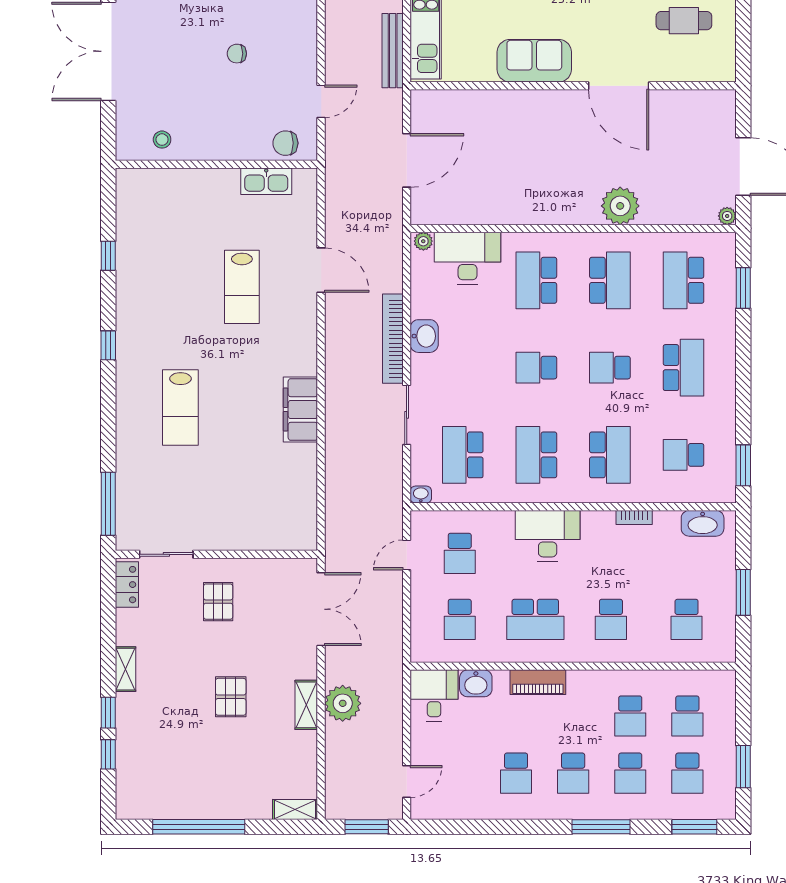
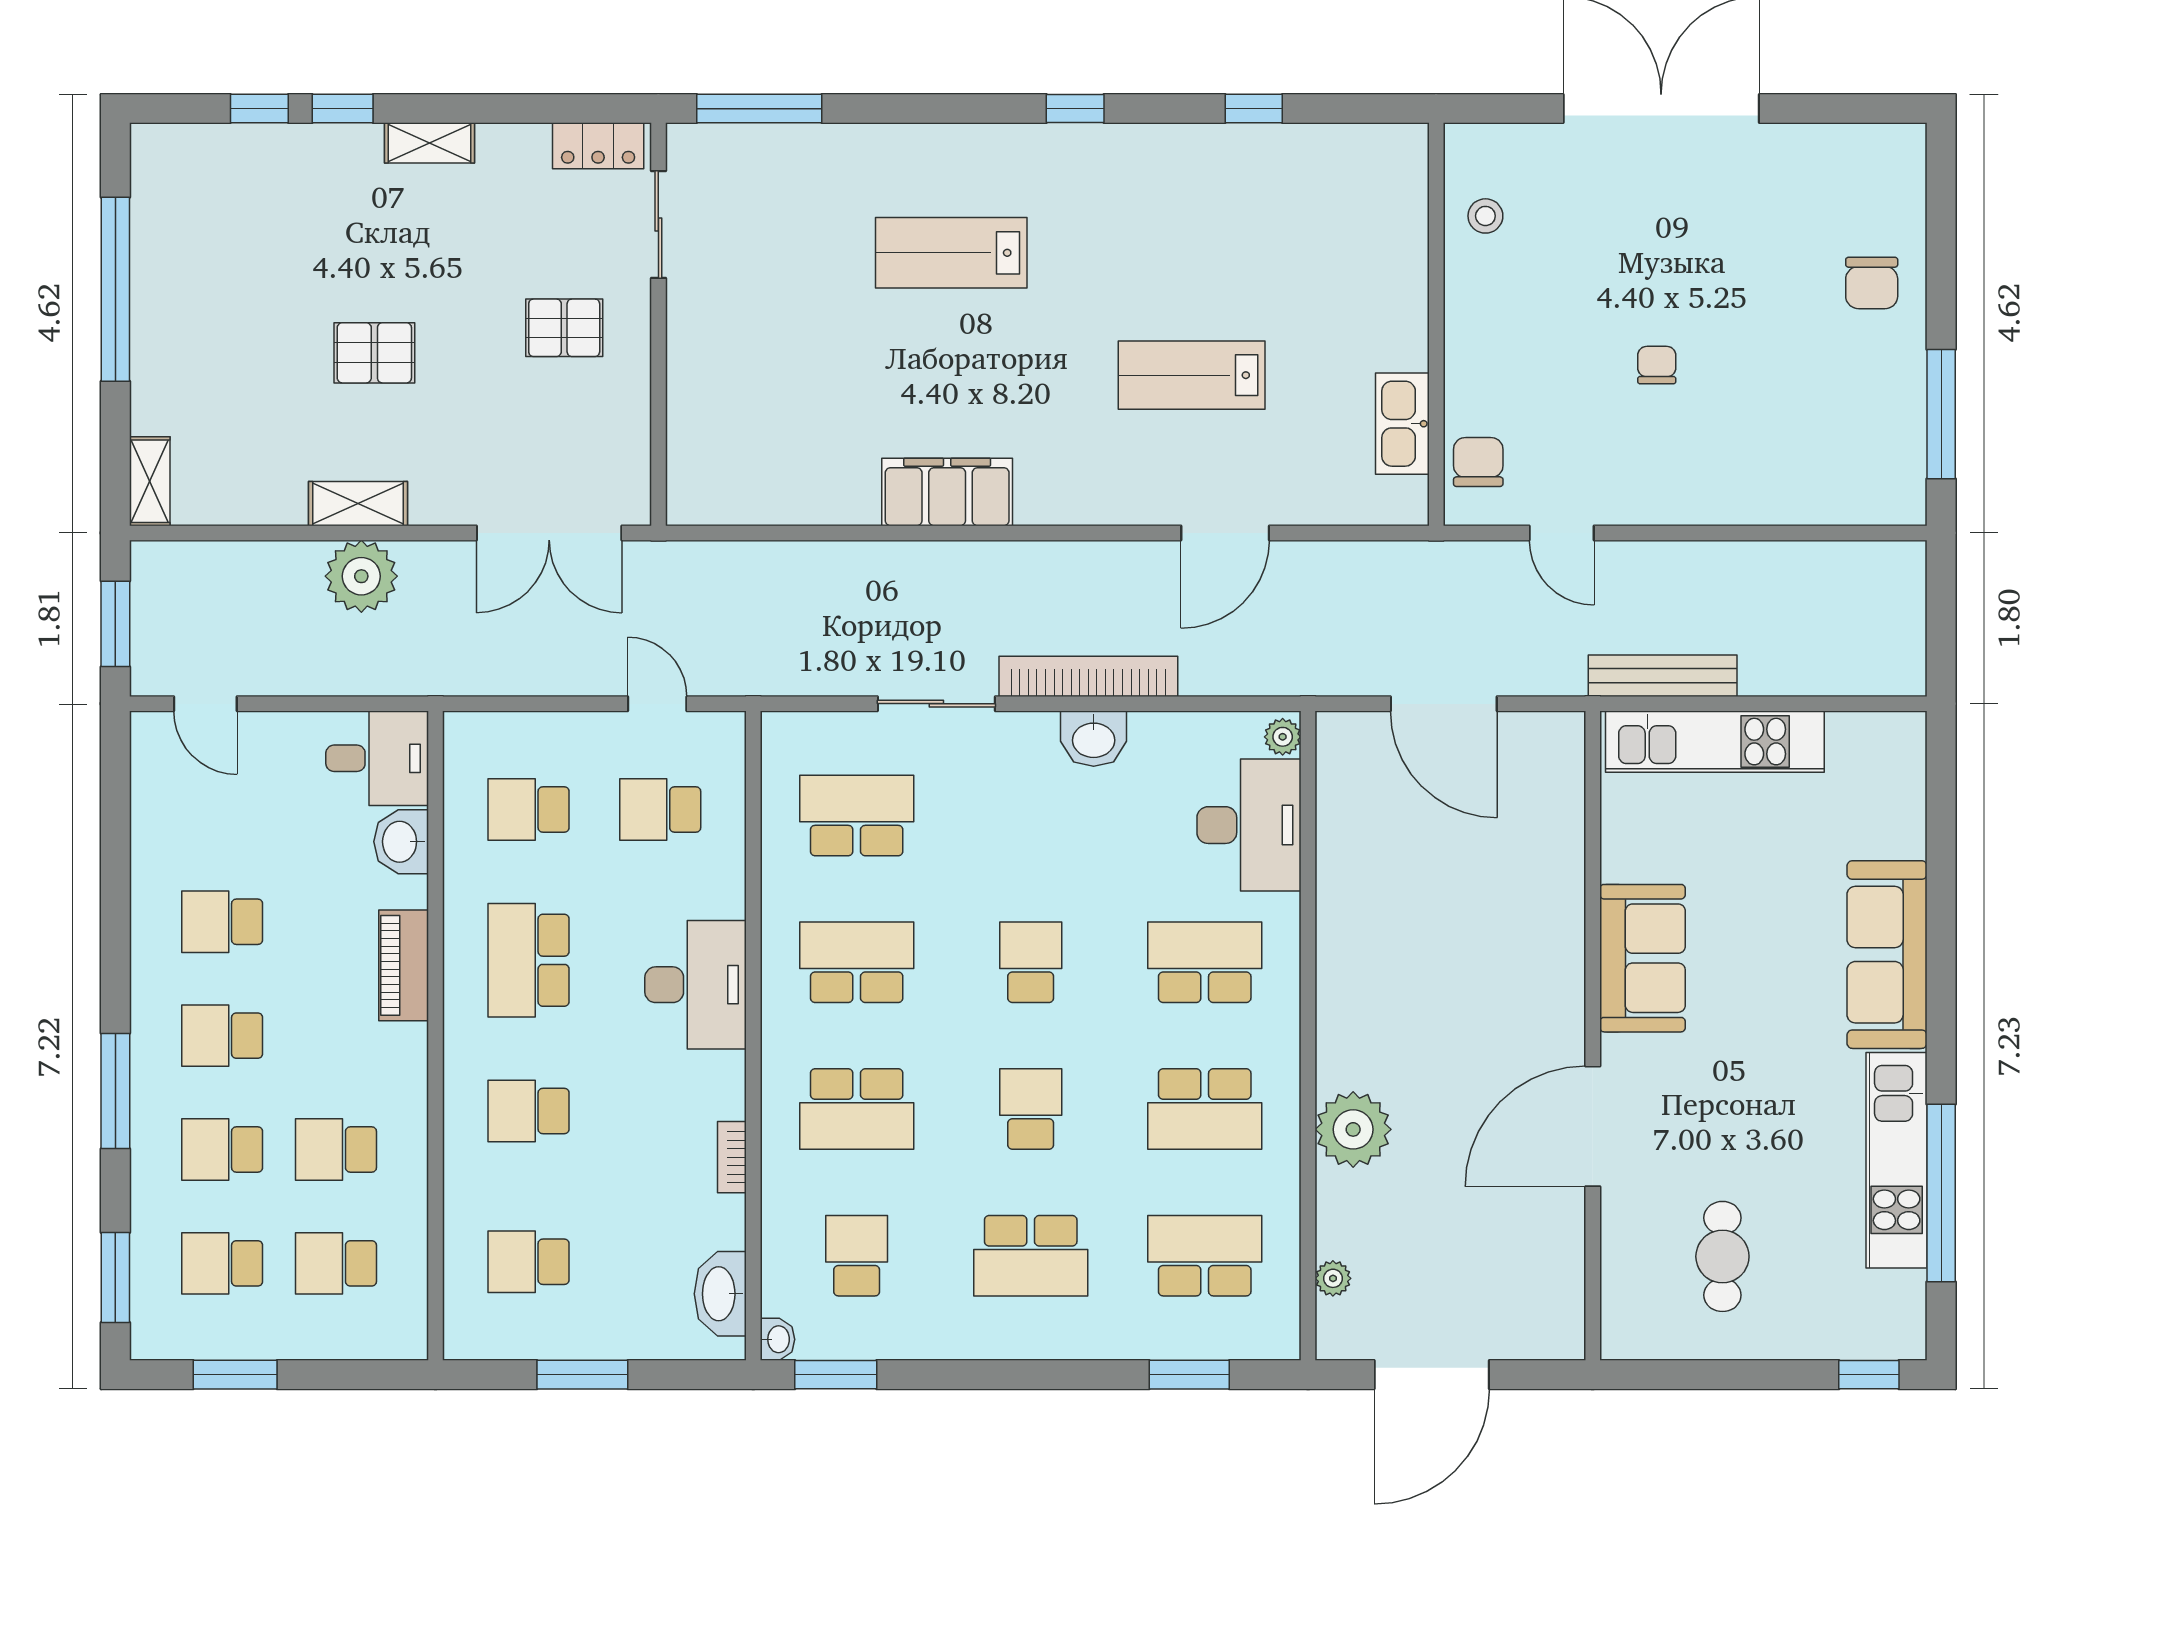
plant: (727, 216) -> (1333, 1278), moved
washbasin: (421, 495) -> (778, 1339), moved

